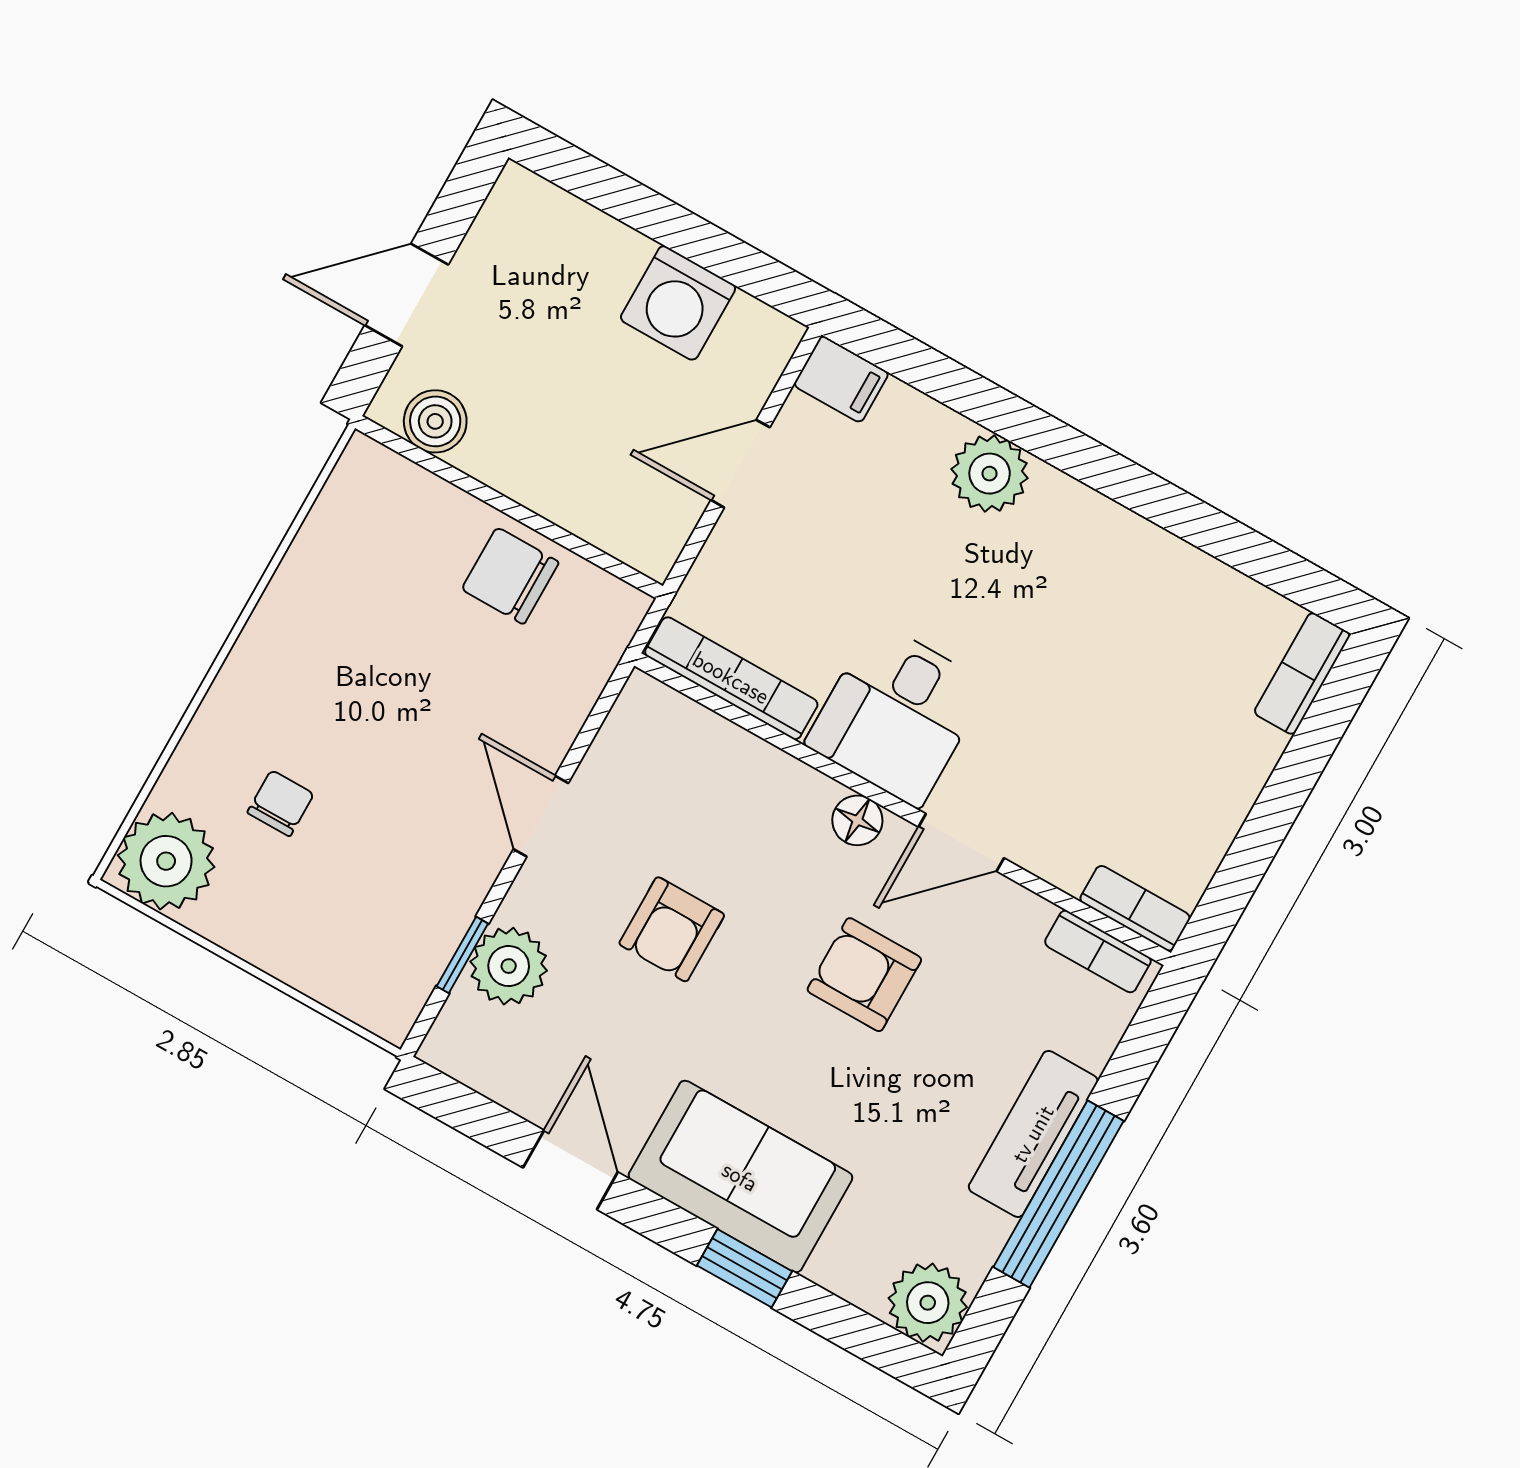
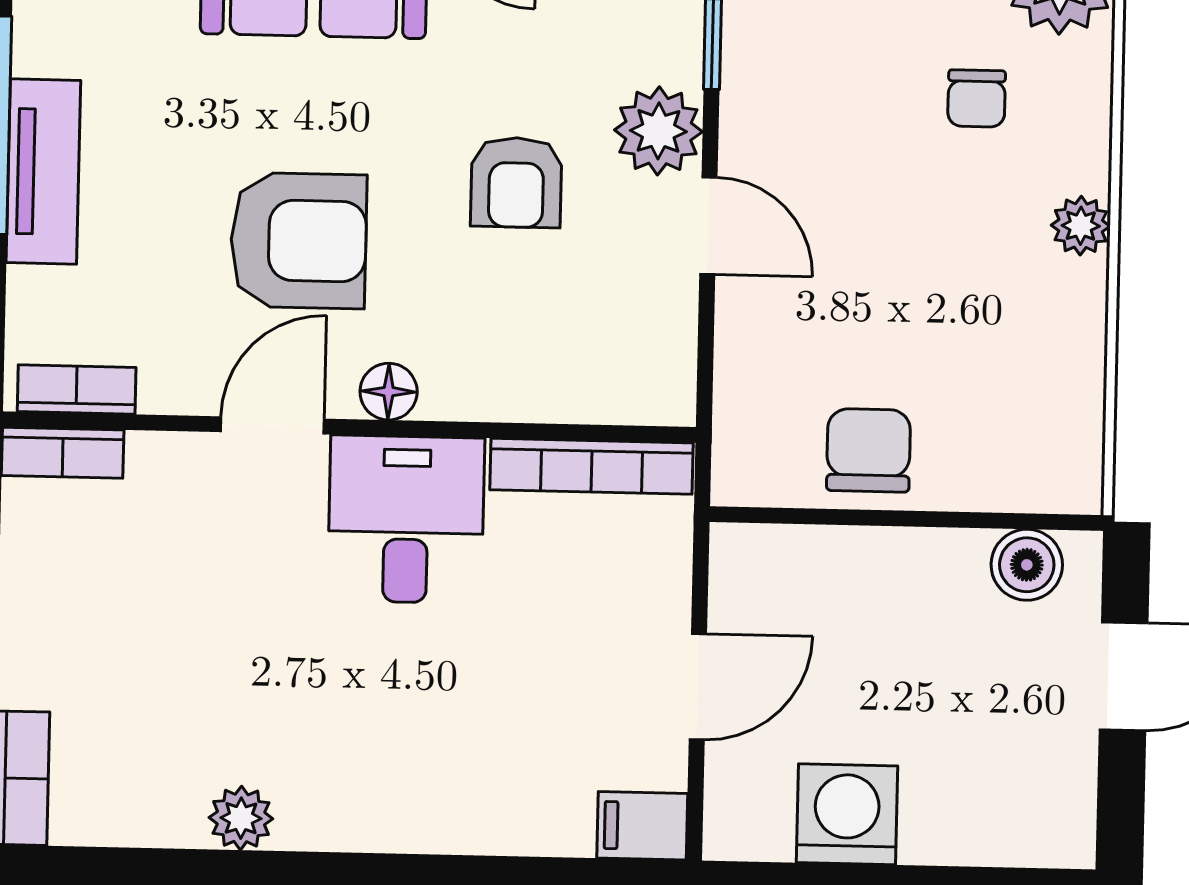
plant: (990, 474) -> (241, 818), moved, width x0.73, depth x0.73
chair: (510, 576) -> (869, 450), turned -90
plant: (253, 662) -> (1081, 226), added
armchair: (672, 929) -> (516, 182), turned 180
plant: (509, 966) -> (658, 131), moved
armchair: (864, 975) -> (299, 241), width x1.38, depth x1.38

